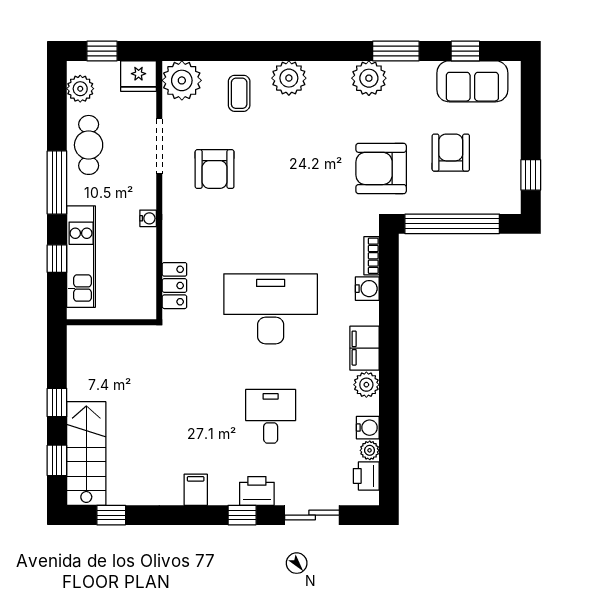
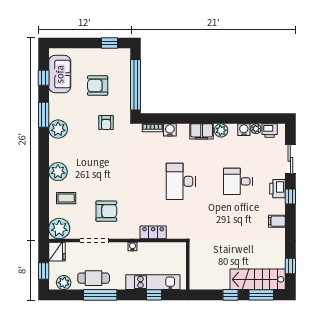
armchair: (381, 168) -> (106, 123), width x0.53, depth x0.53
window: (57, 183) -> (100, 295), moved
locker: (174, 286) -> (153, 232), moved
desk: (271, 309) -> (181, 181), width x0.73, depth x0.77
window: (57, 460) -> (261, 295), width x1.50

